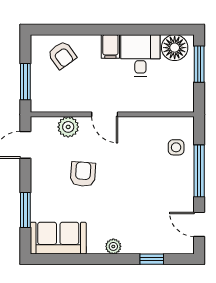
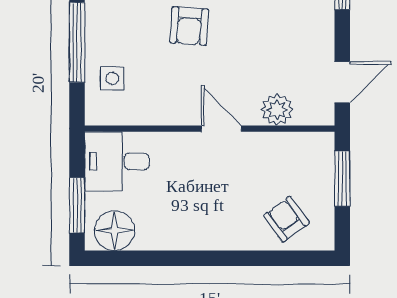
filing cabinet: (110, 46) -> (213, 232), removed
desk: (140, 56) -> (117, 161), moved, turned 90
armchair: (83, 174) -> (189, 26), moved

